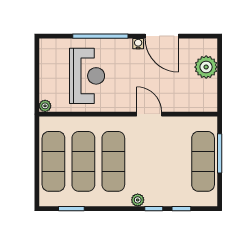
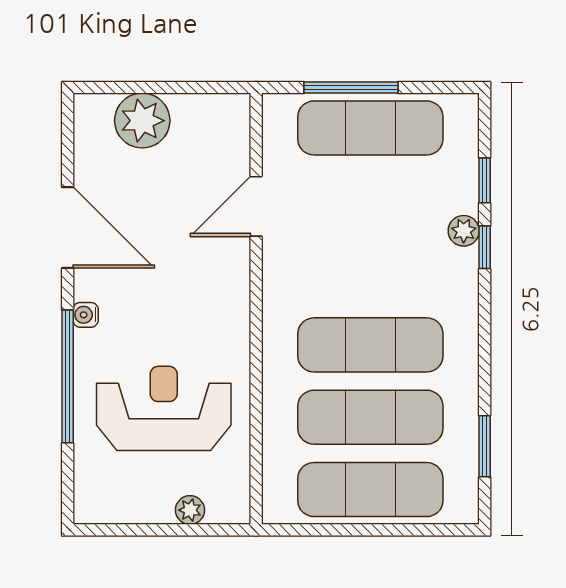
door: (162, 36) -> (68, 228), hinge flipped
water cooler: (138, 44) -> (86, 315), moved
plant: (45, 106) -> (190, 510), moved
door: (149, 114) -> (256, 206), moved
plant: (138, 200) -> (464, 231), moved

